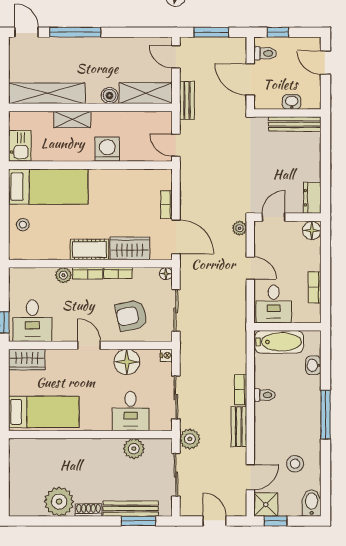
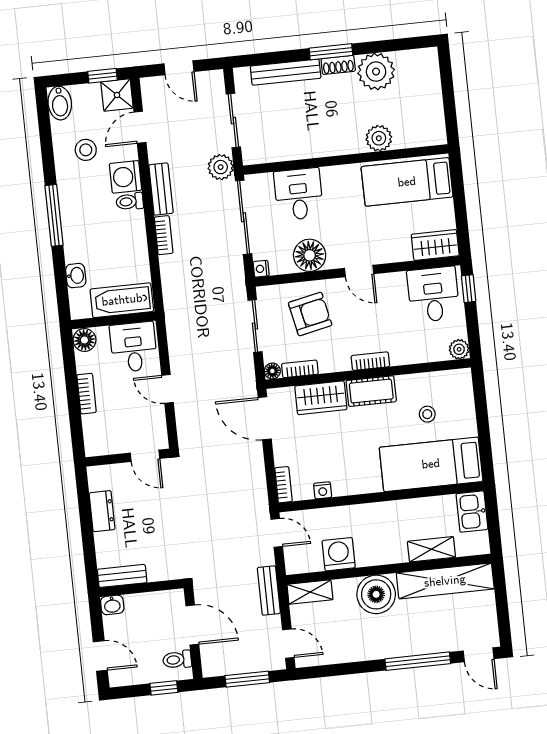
shelving: (146, 93) -> (310, 592), width x0.67, depth x0.75
boiler: (110, 95) -> (376, 594), width x1.86, depth x1.86
washbasin: (292, 102) -> (112, 605), moved
shelving: (72, 119) -> (431, 549), moved
bench: (295, 124) -> (122, 576), width x0.73
washing machine: (107, 149) -> (339, 554), moved, turned 180
nightstand: (136, 175) -> (323, 490), added
dresser: (312, 198) -> (102, 511), moved
bookcase: (167, 205) -> (283, 485), moved
door: (274, 217) -> (145, 456), hinge flipped
stool: (23, 225) -> (427, 414), moved
plant: (240, 228) -> (186, 437), removed
floor lamp: (312, 231) -> (84, 340), moved
bookcase: (118, 273) -> (300, 369), moved
plant: (63, 275) -> (459, 349), moved
bookcase: (315, 287) -> (87, 394), moved
toilet: (265, 395) -> (130, 202), moved
sliding door: (176, 397) -> (244, 217), width x1.37
washing machine: (266, 439) -> (125, 177), added
plant: (134, 449) -> (379, 138), moved
window: (138, 521) -> (331, 52), moved

